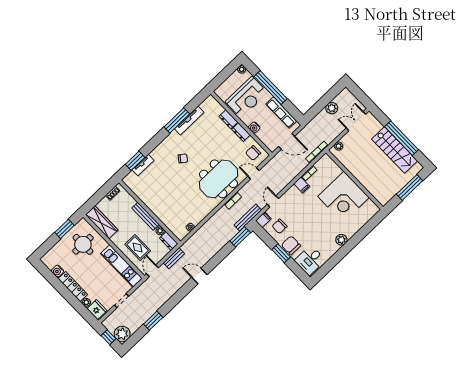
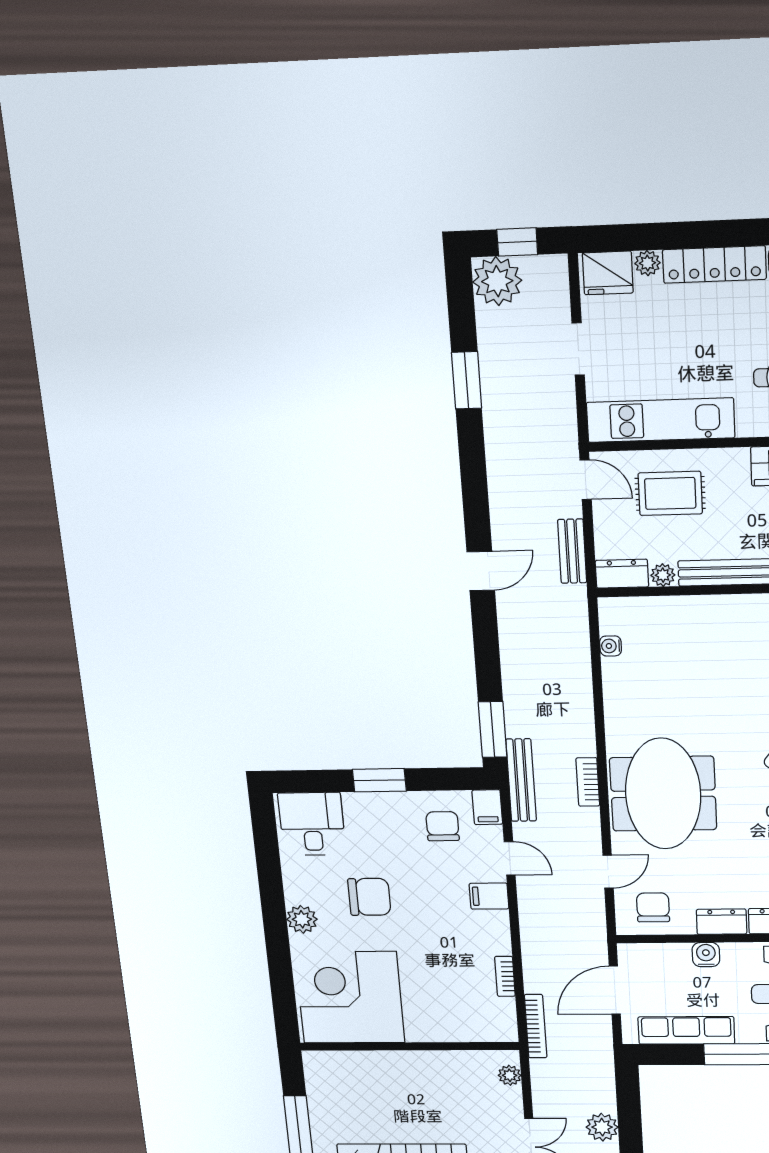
filing cabinet: (302, 185) -> (489, 896), moved
corner desk: (343, 197) -> (350, 997), moved
chair: (291, 245) -> (369, 897), moved

